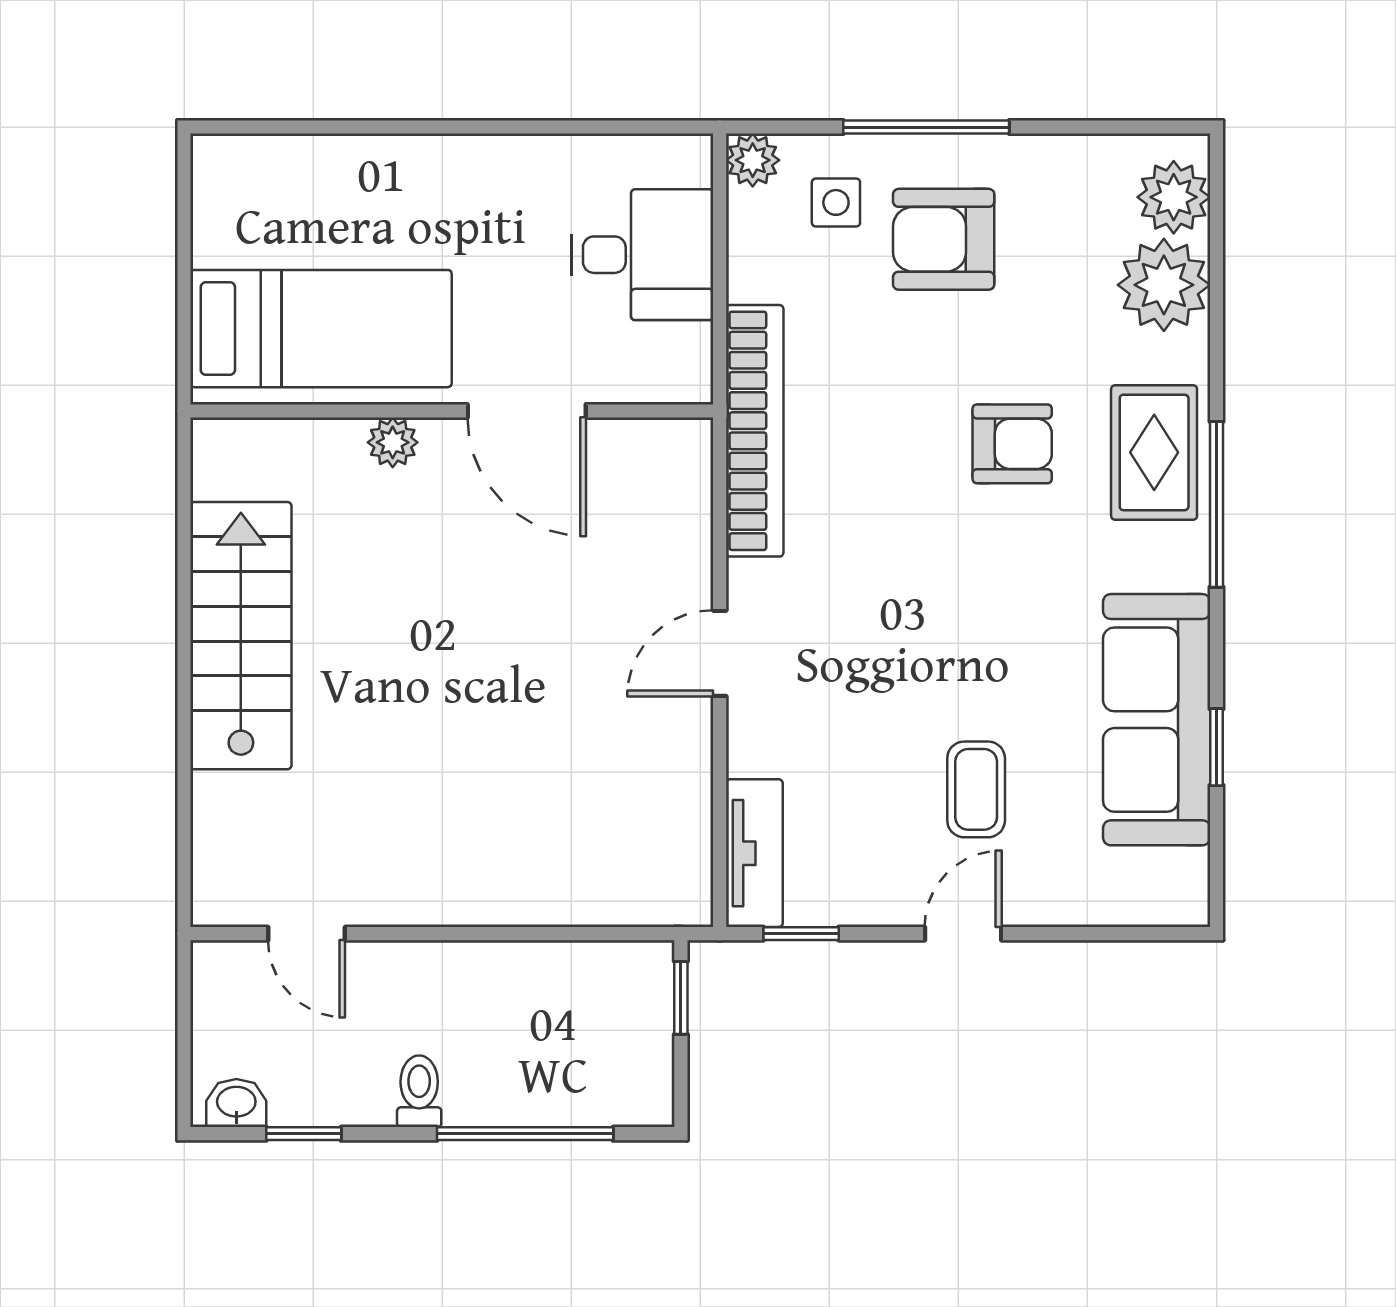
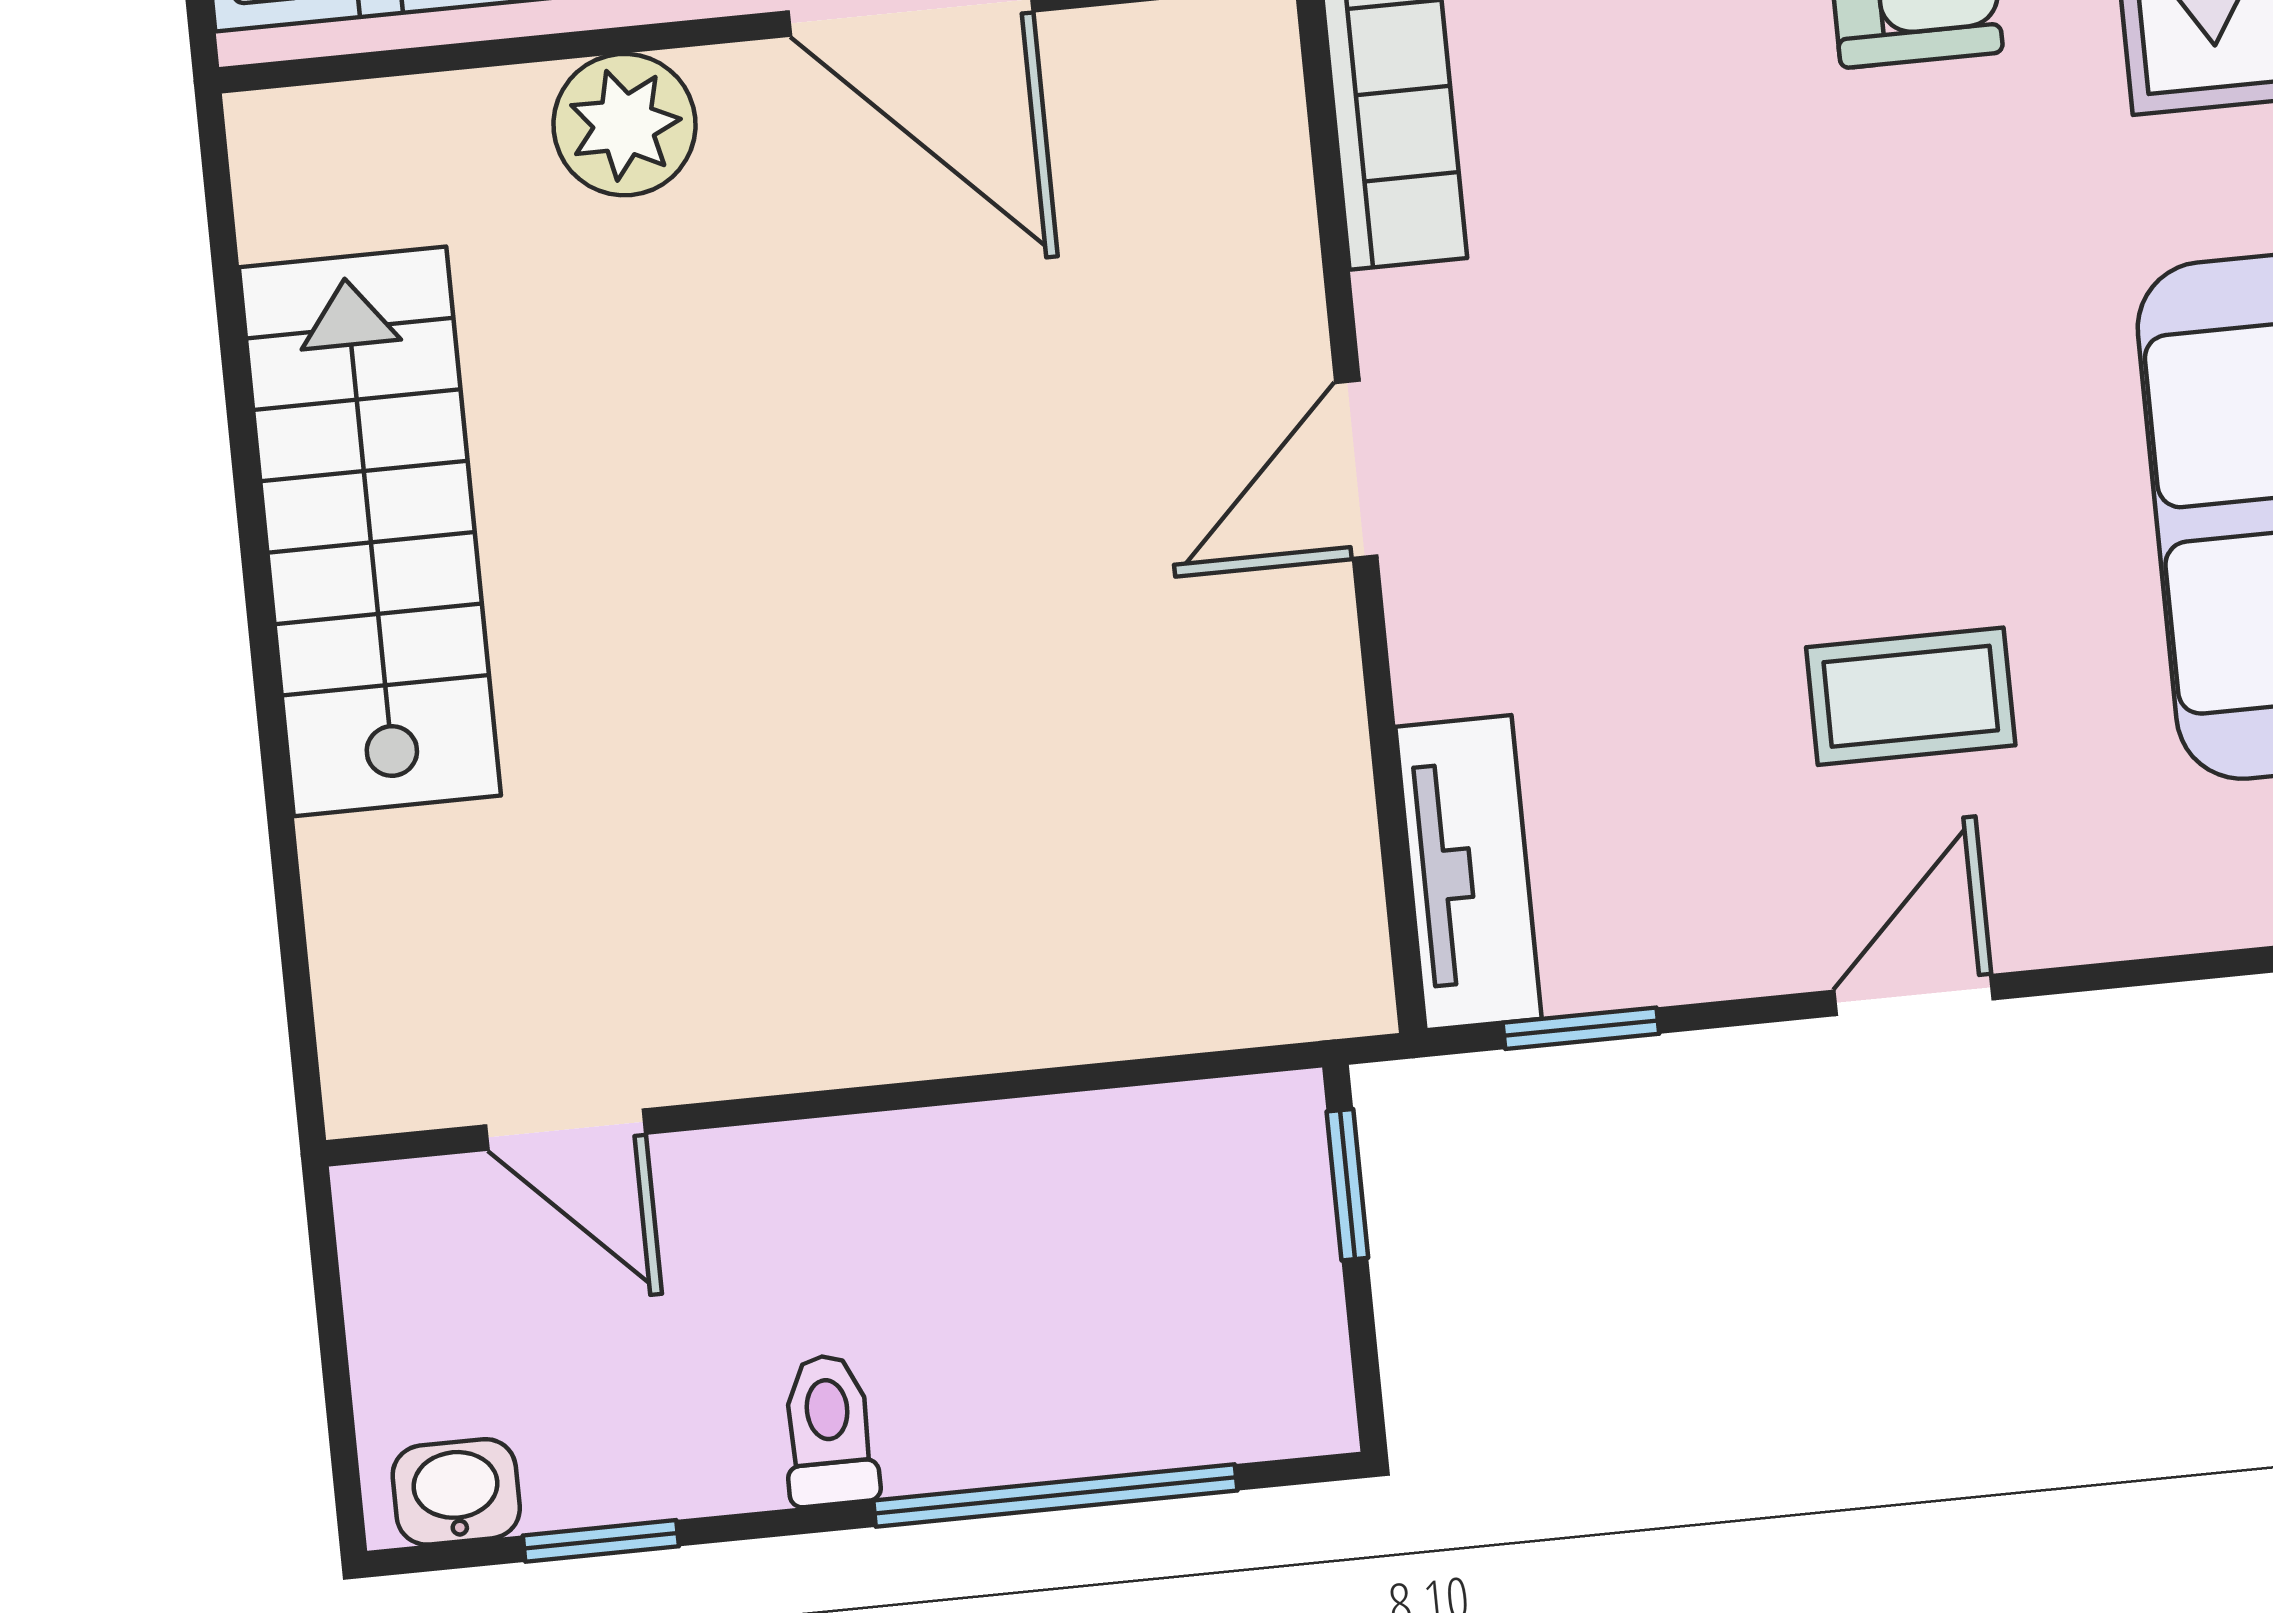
plant: (393, 442) -> (625, 125), width x1.38, depth x1.38
coffee table: (976, 789) -> (1911, 696), turned 90

